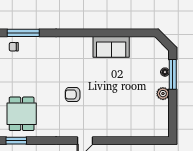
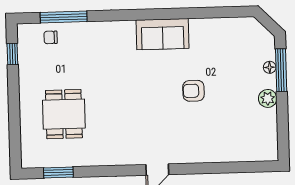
sofa: (111, 47) -> (163, 34), moved
armchair: (73, 94) -> (193, 91), moved
dining table: (22, 114) -> (64, 114), moved

